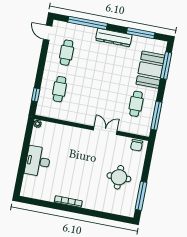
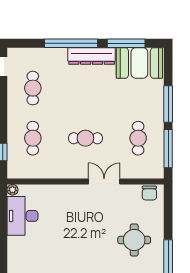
window: (88, 23) -> (71, 43), moved
window: (166, 66) -> (168, 104), moved
booth: (150, 70) -> (139, 63), moved, turned 90
cafe table: (98, 96) -> (85, 138), added
desk: (38, 161) -> (22, 216), moved

